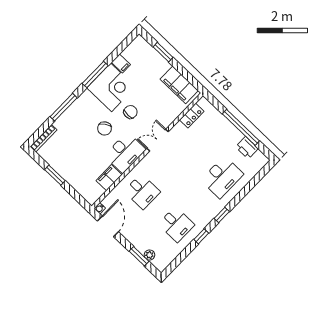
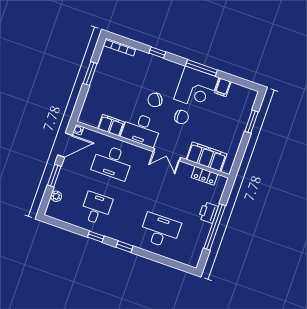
filing cabinet: (179, 85) -> (206, 157), moved, turned 90
window: (64, 107) -> (157, 52), width x0.46
double door: (158, 140) -> (167, 155), swing flipped
printer: (247, 148) -> (208, 212), moved
desk: (222, 177) -> (160, 231), turned 180
desk: (142, 191) -> (112, 162), width x1.37
desk: (176, 224) -> (96, 208), turned 180
window: (139, 256) -> (54, 176), moved

